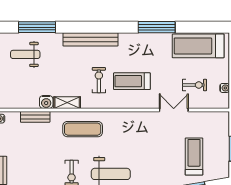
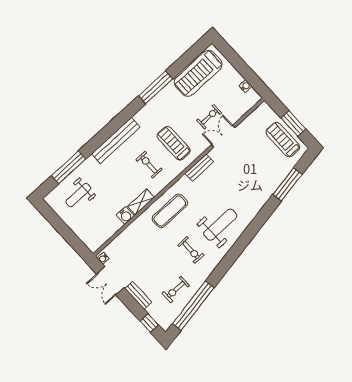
treadmill: (132, 81) -> (174, 143), turned 90
exercise bike: (195, 85) -> (209, 117), moved
bench: (35, 117) -> (199, 168), moved
treadmill: (194, 157) -> (283, 140), moved

